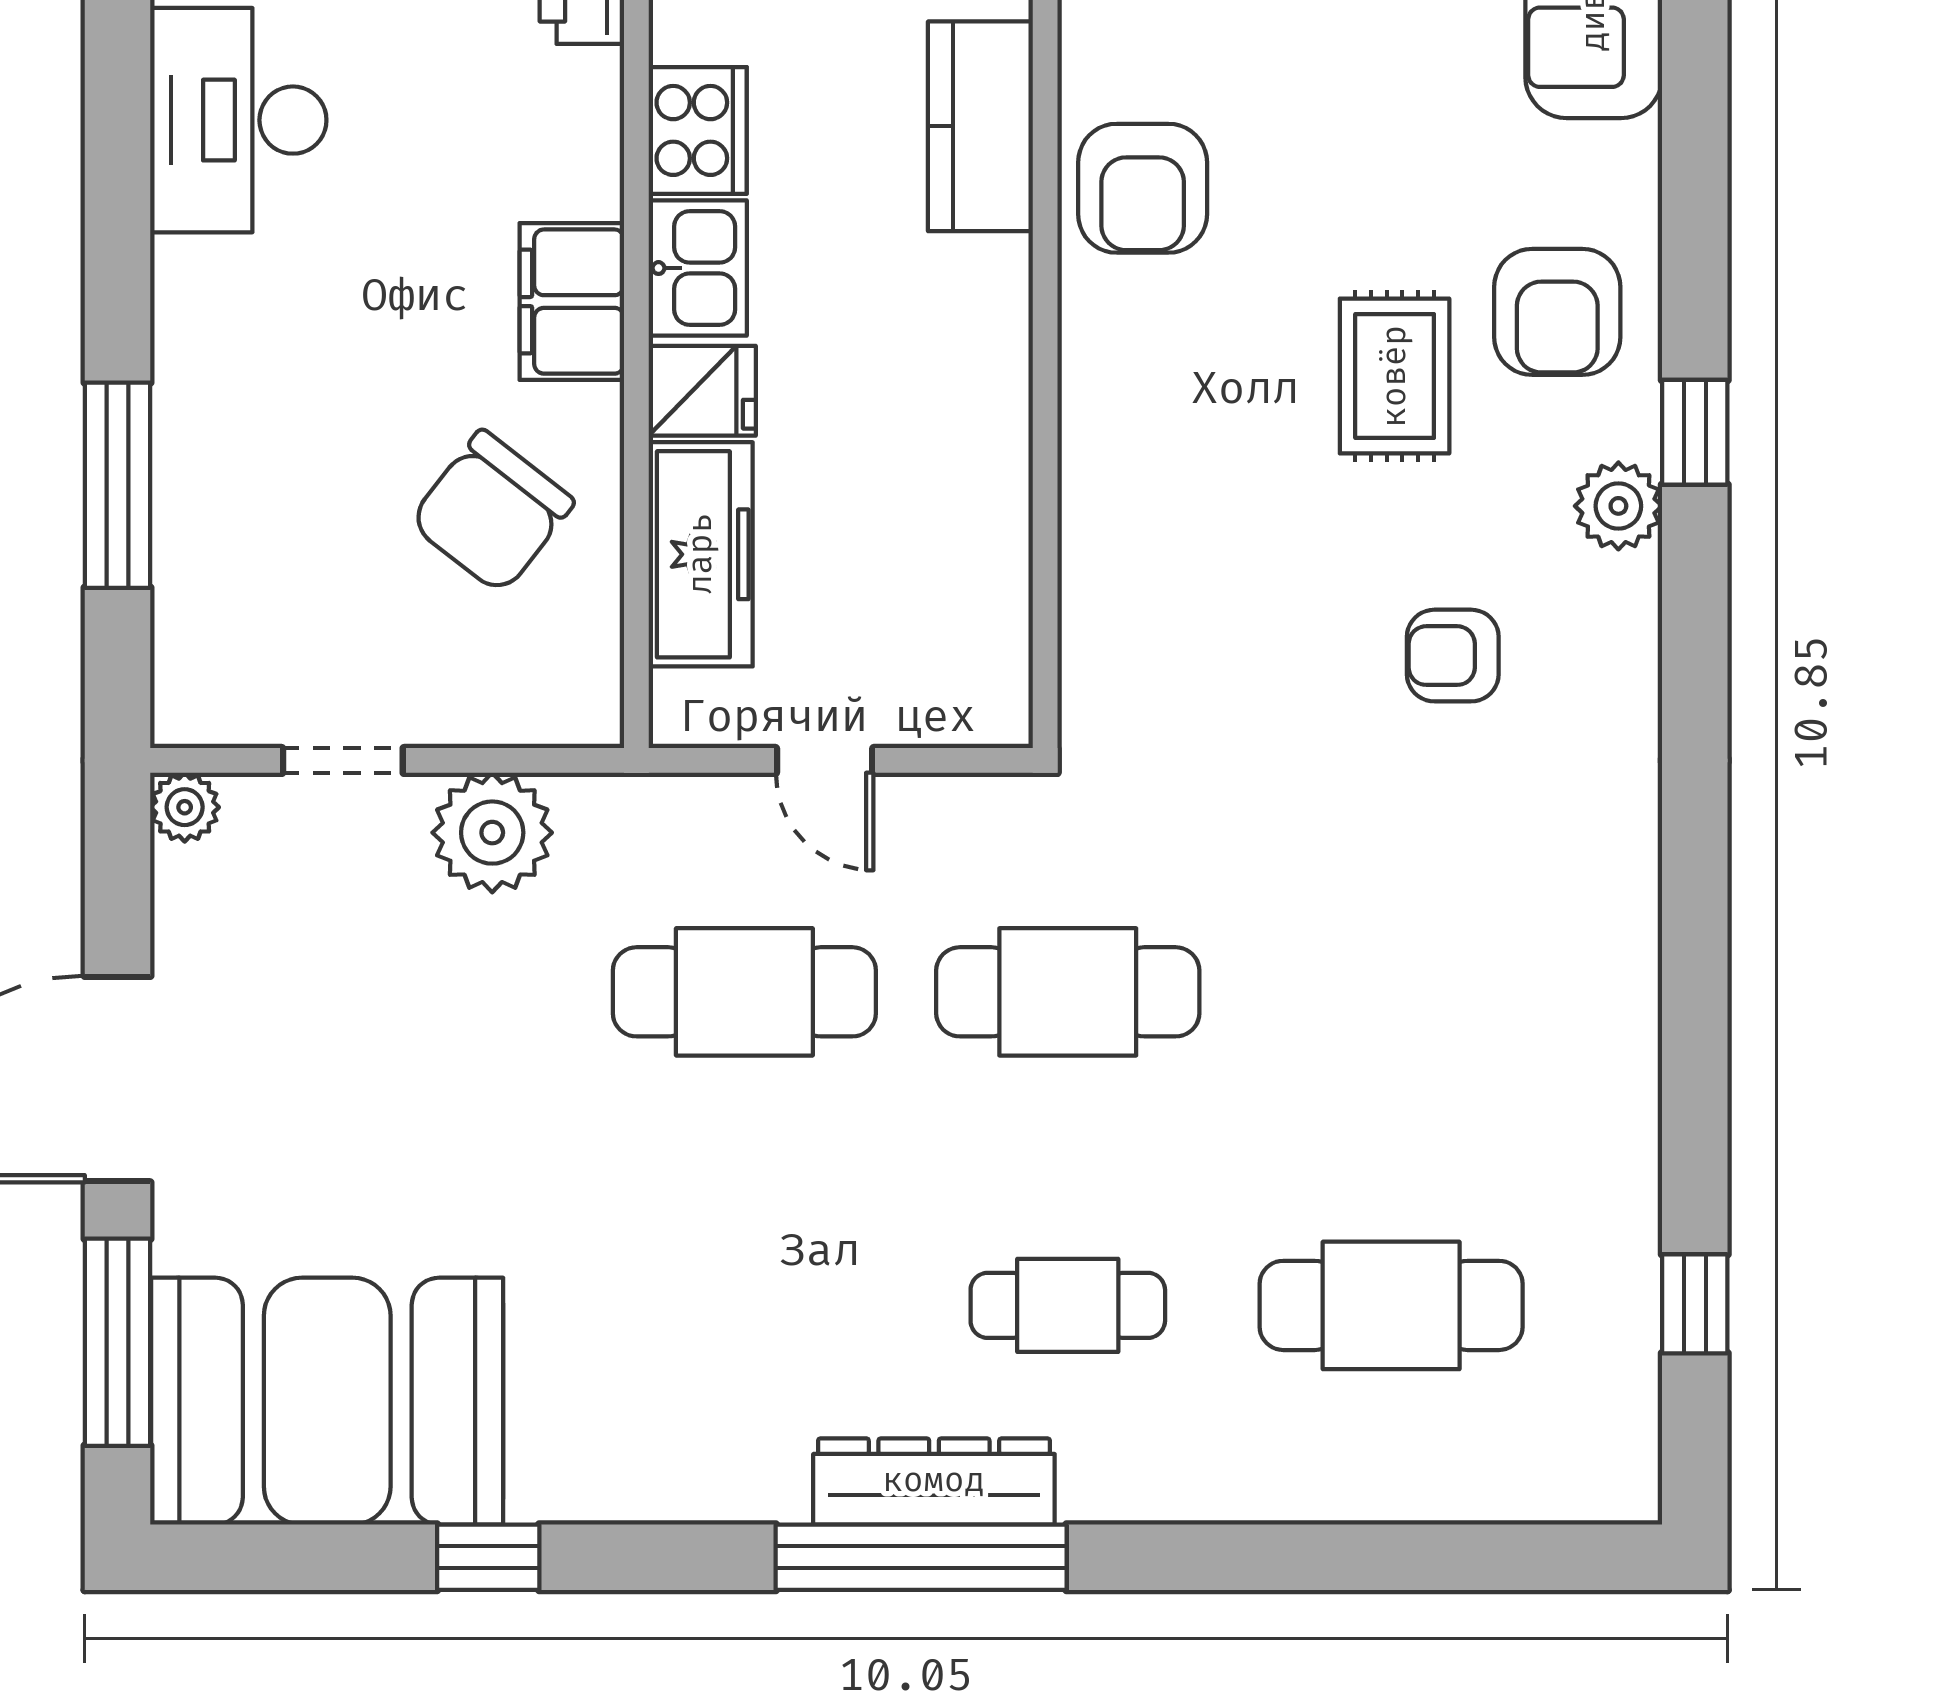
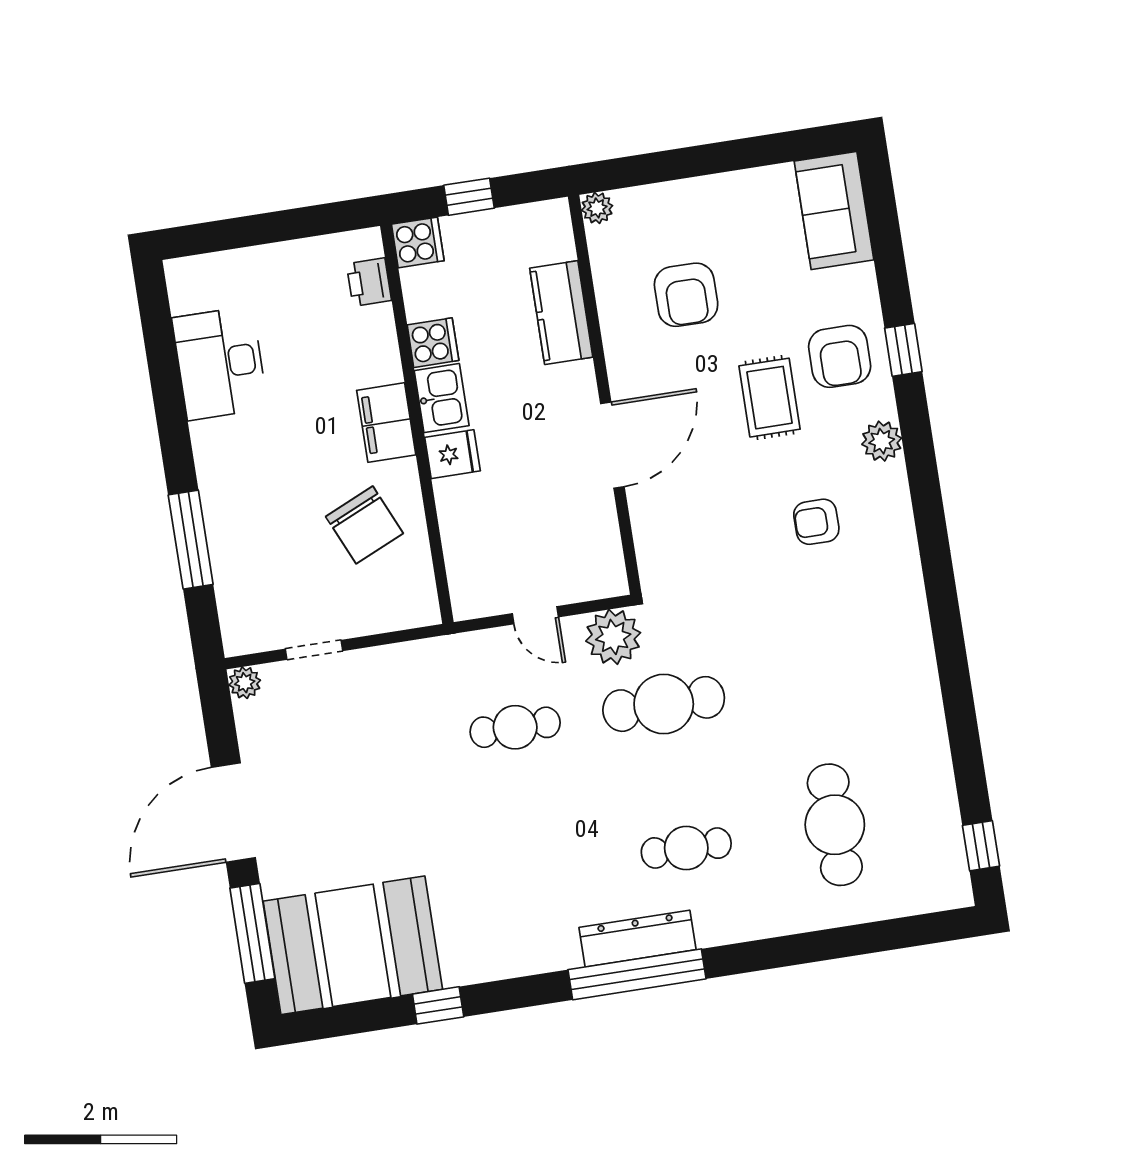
cooker: (698, 130) -> (433, 343), width x0.73
armchair: (1143, 188) -> (686, 295), moved
door: (1045, 425) -> (612, 445), added
window: (1695, 432) -> (903, 350), moved
chair: (492, 512) -> (364, 525), turned -62
freezer: (701, 554) -> (464, 529), removed
plant: (492, 833) -> (613, 637), moved
cafe table: (744, 992) -> (515, 727), width x0.73, depth x0.74
window: (1695, 1304) -> (981, 846), moved
cafe table: (1391, 1305) -> (835, 825), turned 90

